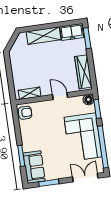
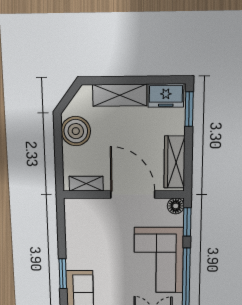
boiler: (19, 61) -> (76, 131), added
door: (60, 96) -> (133, 194), width x1.87
armchair: (25, 113) -> (76, 212), removed

